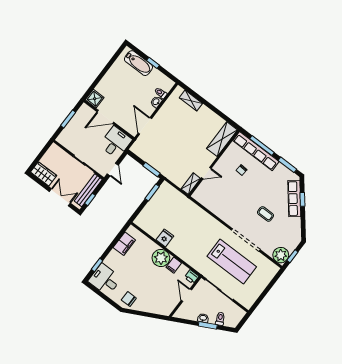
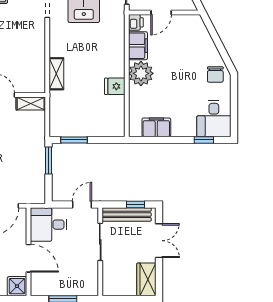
double door: (60, 197) -> (159, 241), swing flipped
shelving: (197, 211) -> (56, 74), added
filing cabinet: (174, 265) -> (138, 46), width x2.00

